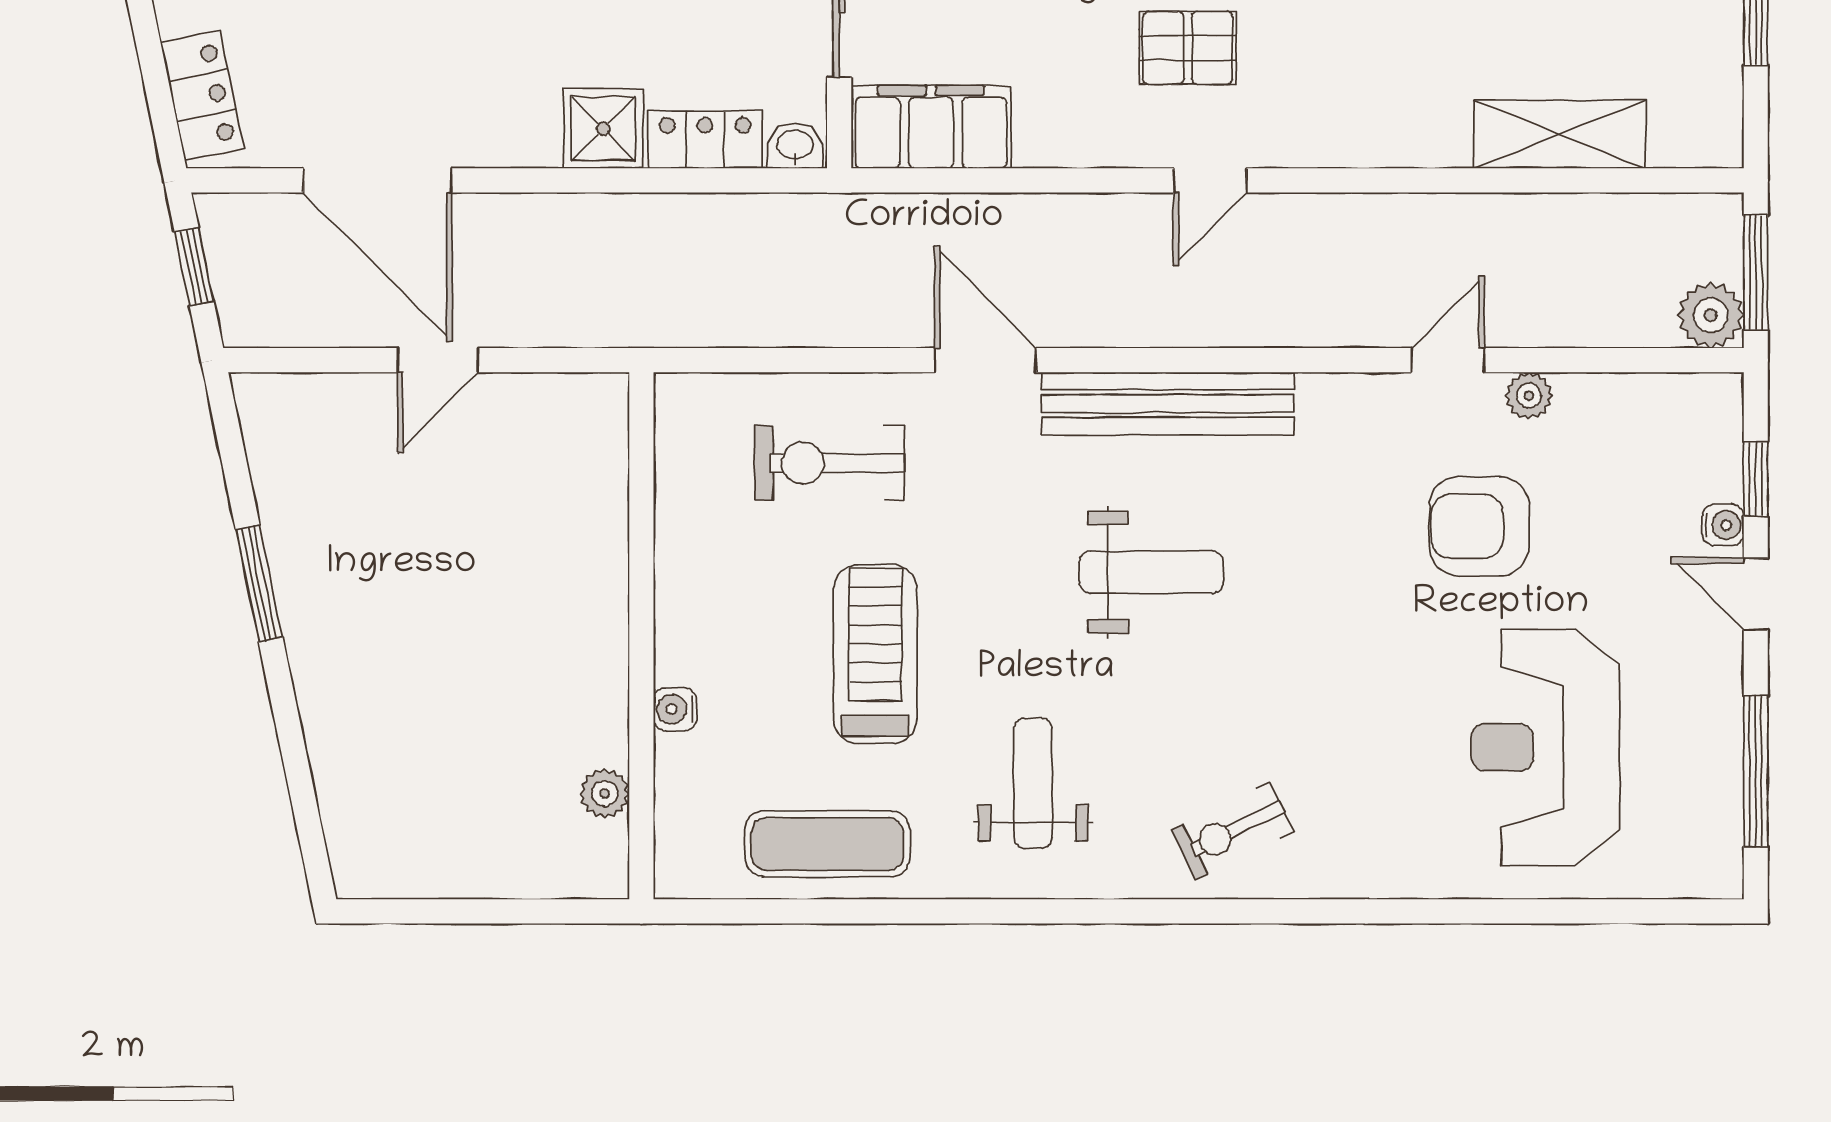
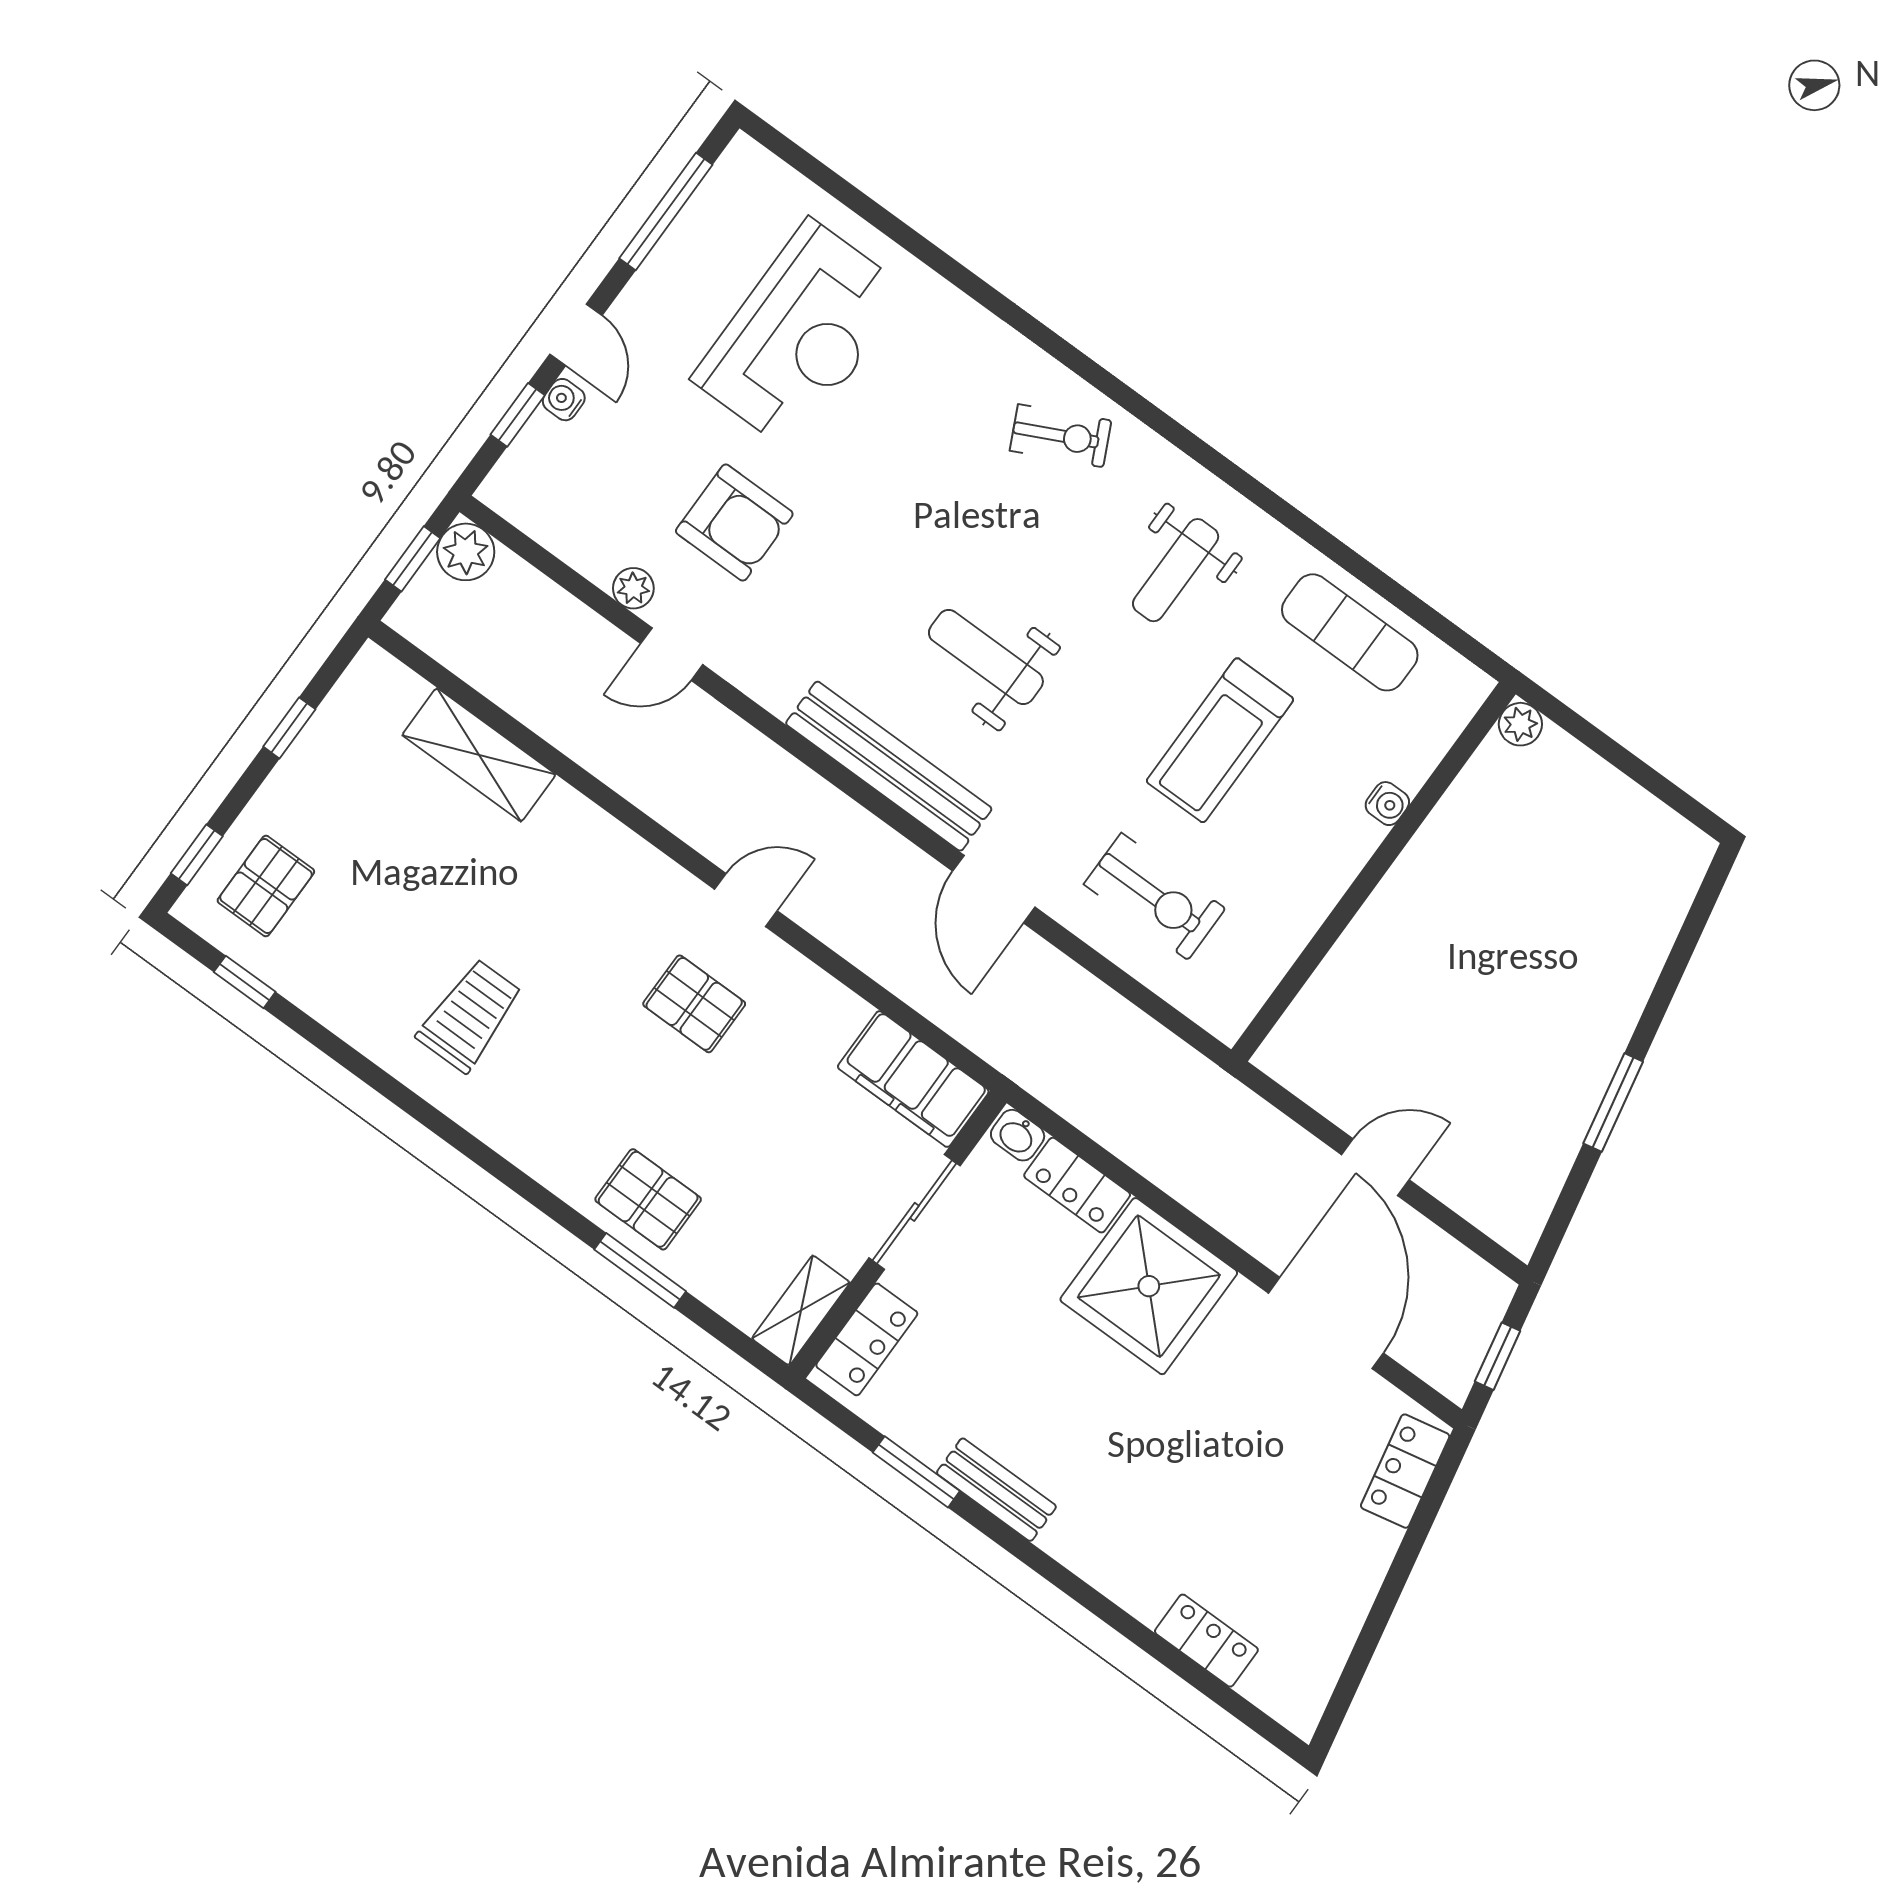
shower: (603, 128) -> (1149, 1286), width x1.86, depth x1.86
window: (1756, 272) -> (413, 559), width x0.67
plant: (605, 793) -> (1520, 724), moved

